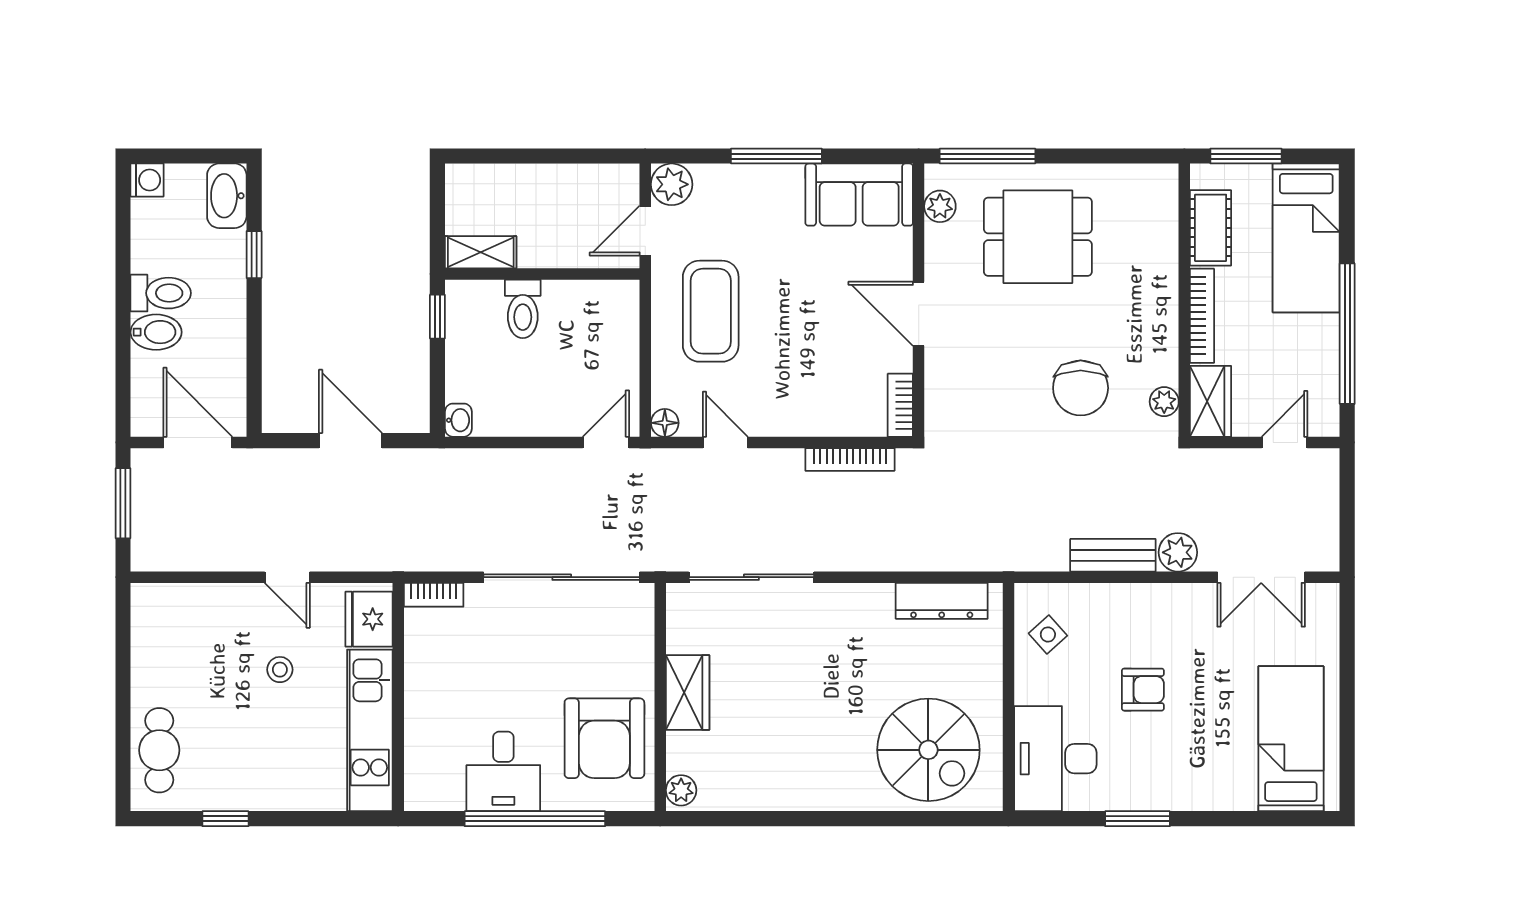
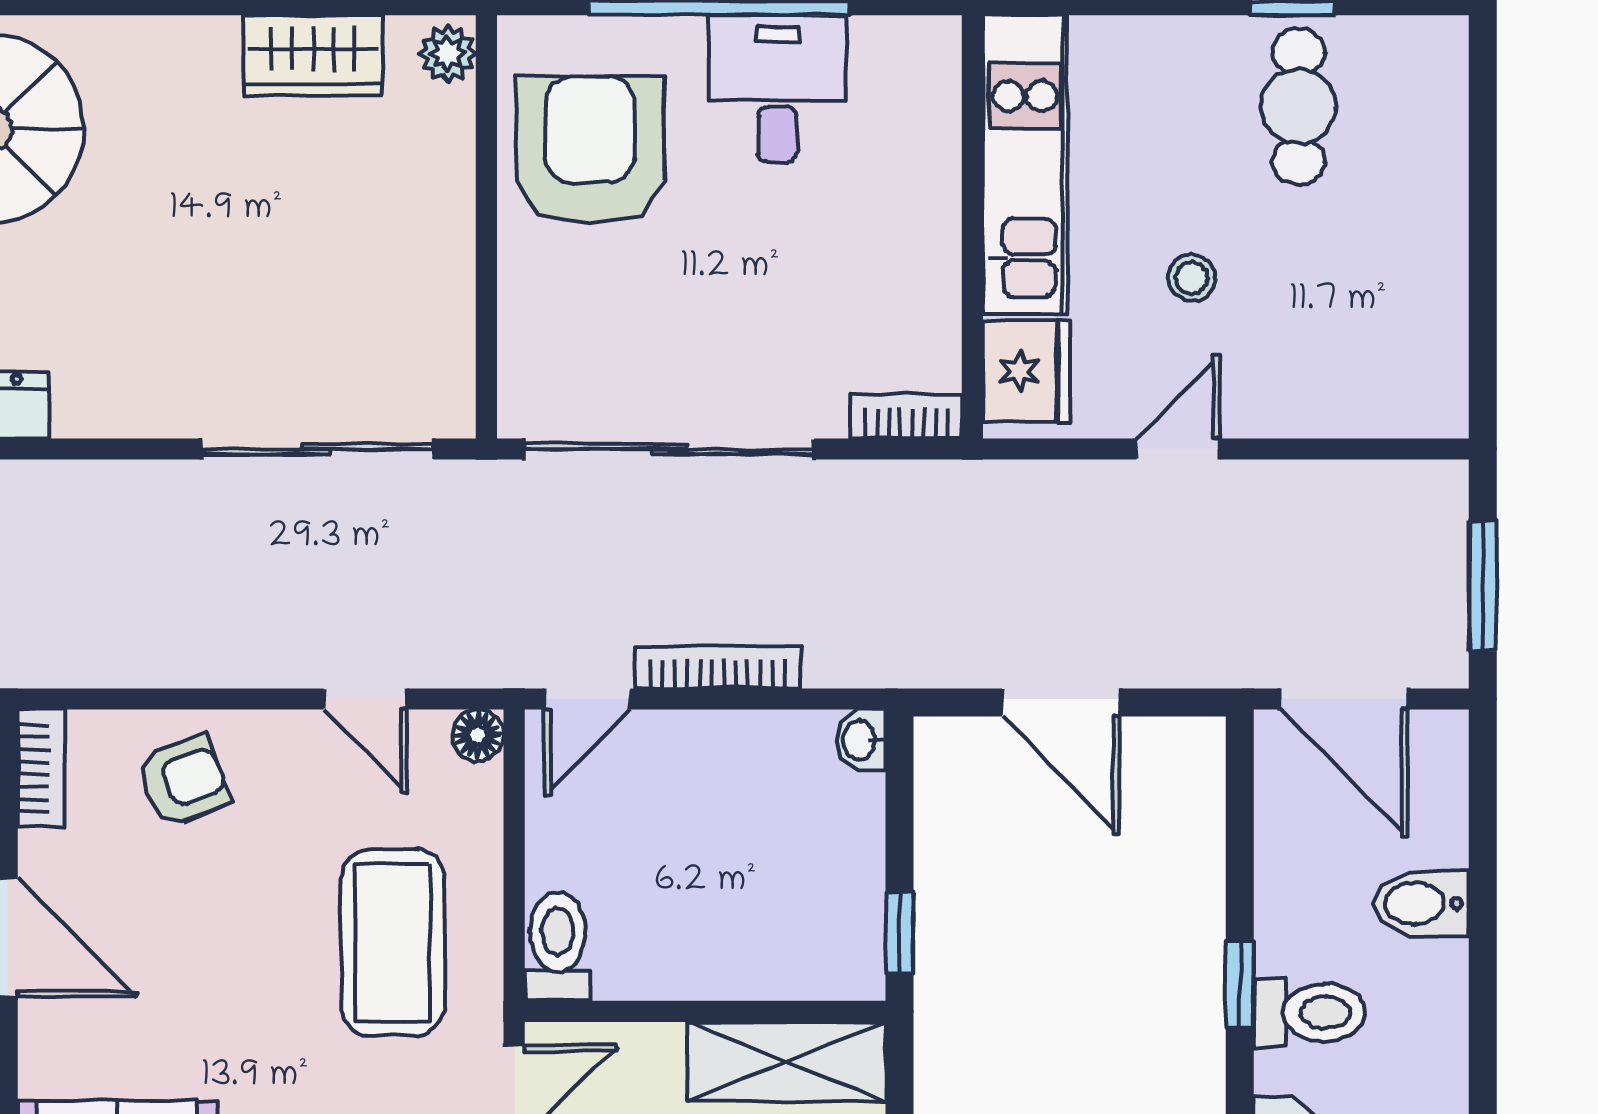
shelving: (481, 252) -> (786, 1062), width x1.50, depth x1.33
window: (254, 255) -> (1240, 985), moved
toilet: (161, 293) -> (1310, 1013), moved, turned 180
toilet: (523, 309) -> (558, 947), moved
armchair: (824, 398) -> (183, 781), added
bookcase: (850, 459) -> (718, 667), moved
door: (287, 577) -> (1178, 449), hinge flipped
wardrobe: (688, 693) -> (313, 55), moved, turned -90
cafe table: (159, 750) -> (1299, 106), moved

